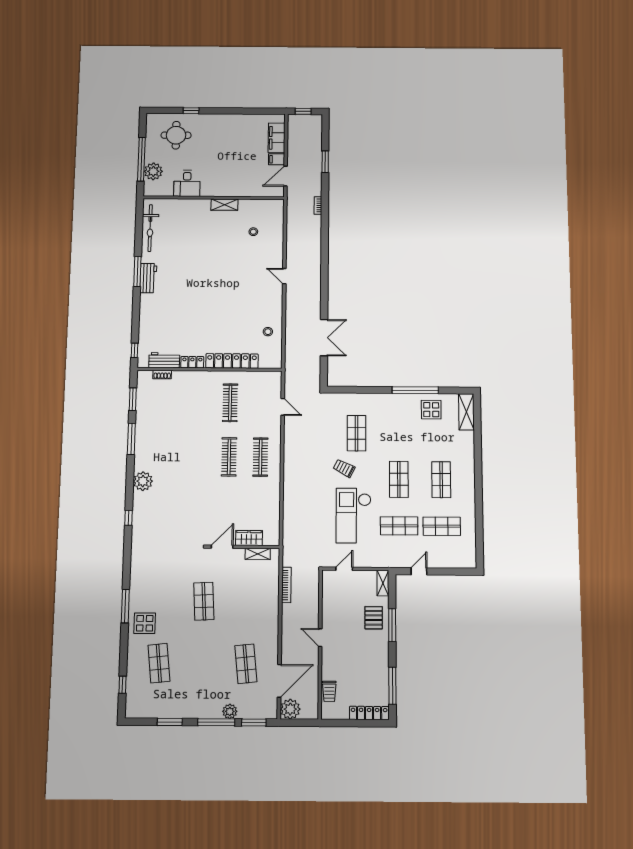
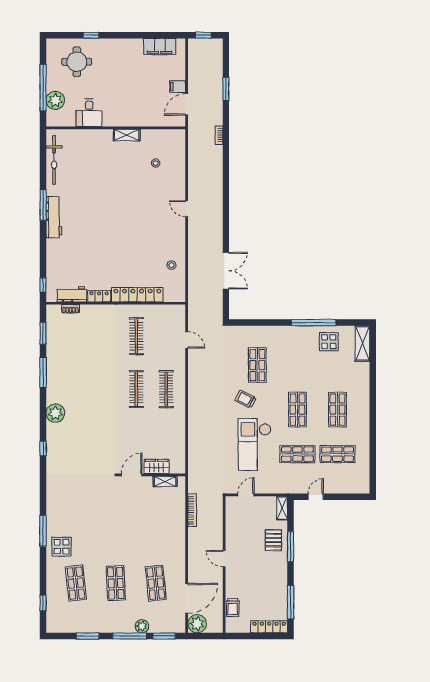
filing cabinet: (277, 138) -> (160, 47), moved, turned -90
workbench: (148, 278) -> (54, 217), width x1.38
shop shelf: (204, 601) -> (116, 583), moved

